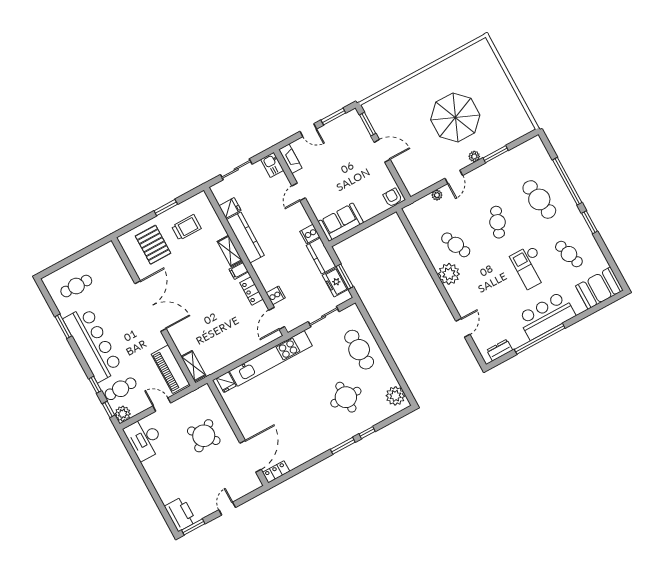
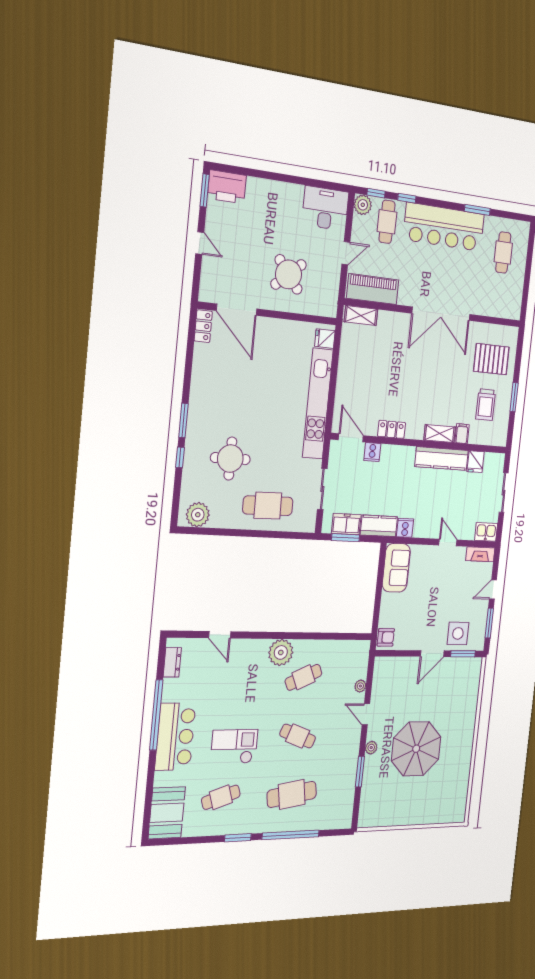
side table: (356, 139) -> (458, 633), added
filing cabinet: (239, 270) -> (462, 434), moved

